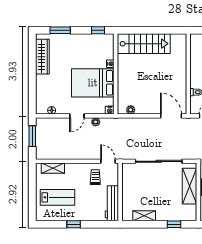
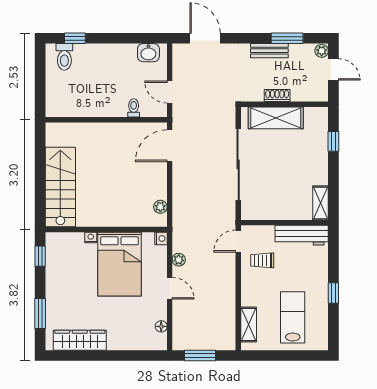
shelving: (144, 216) -> (321, 203), moved

